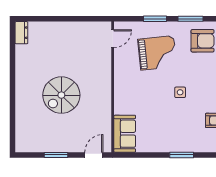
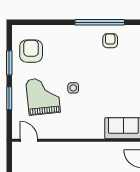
side table: (180, 92) -> (73, 88), moved

